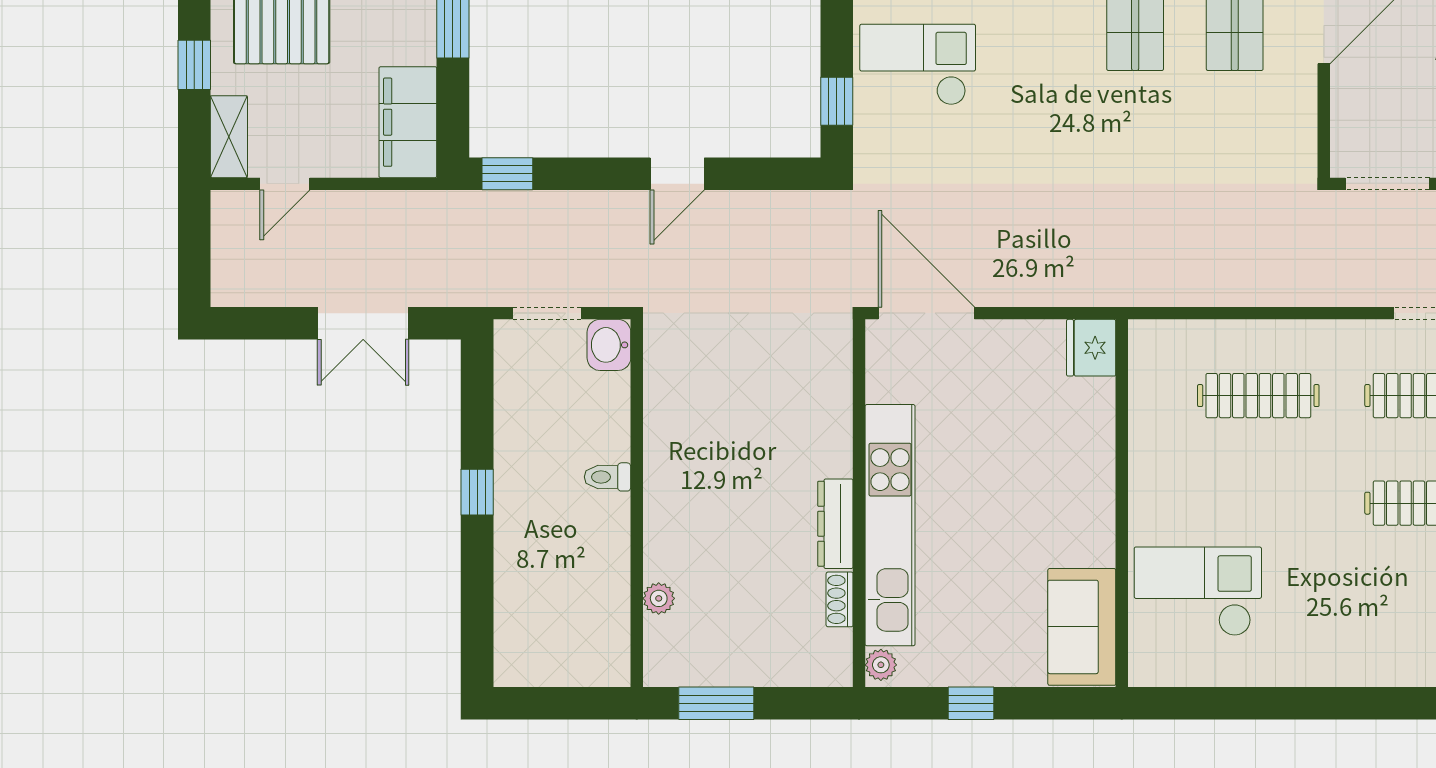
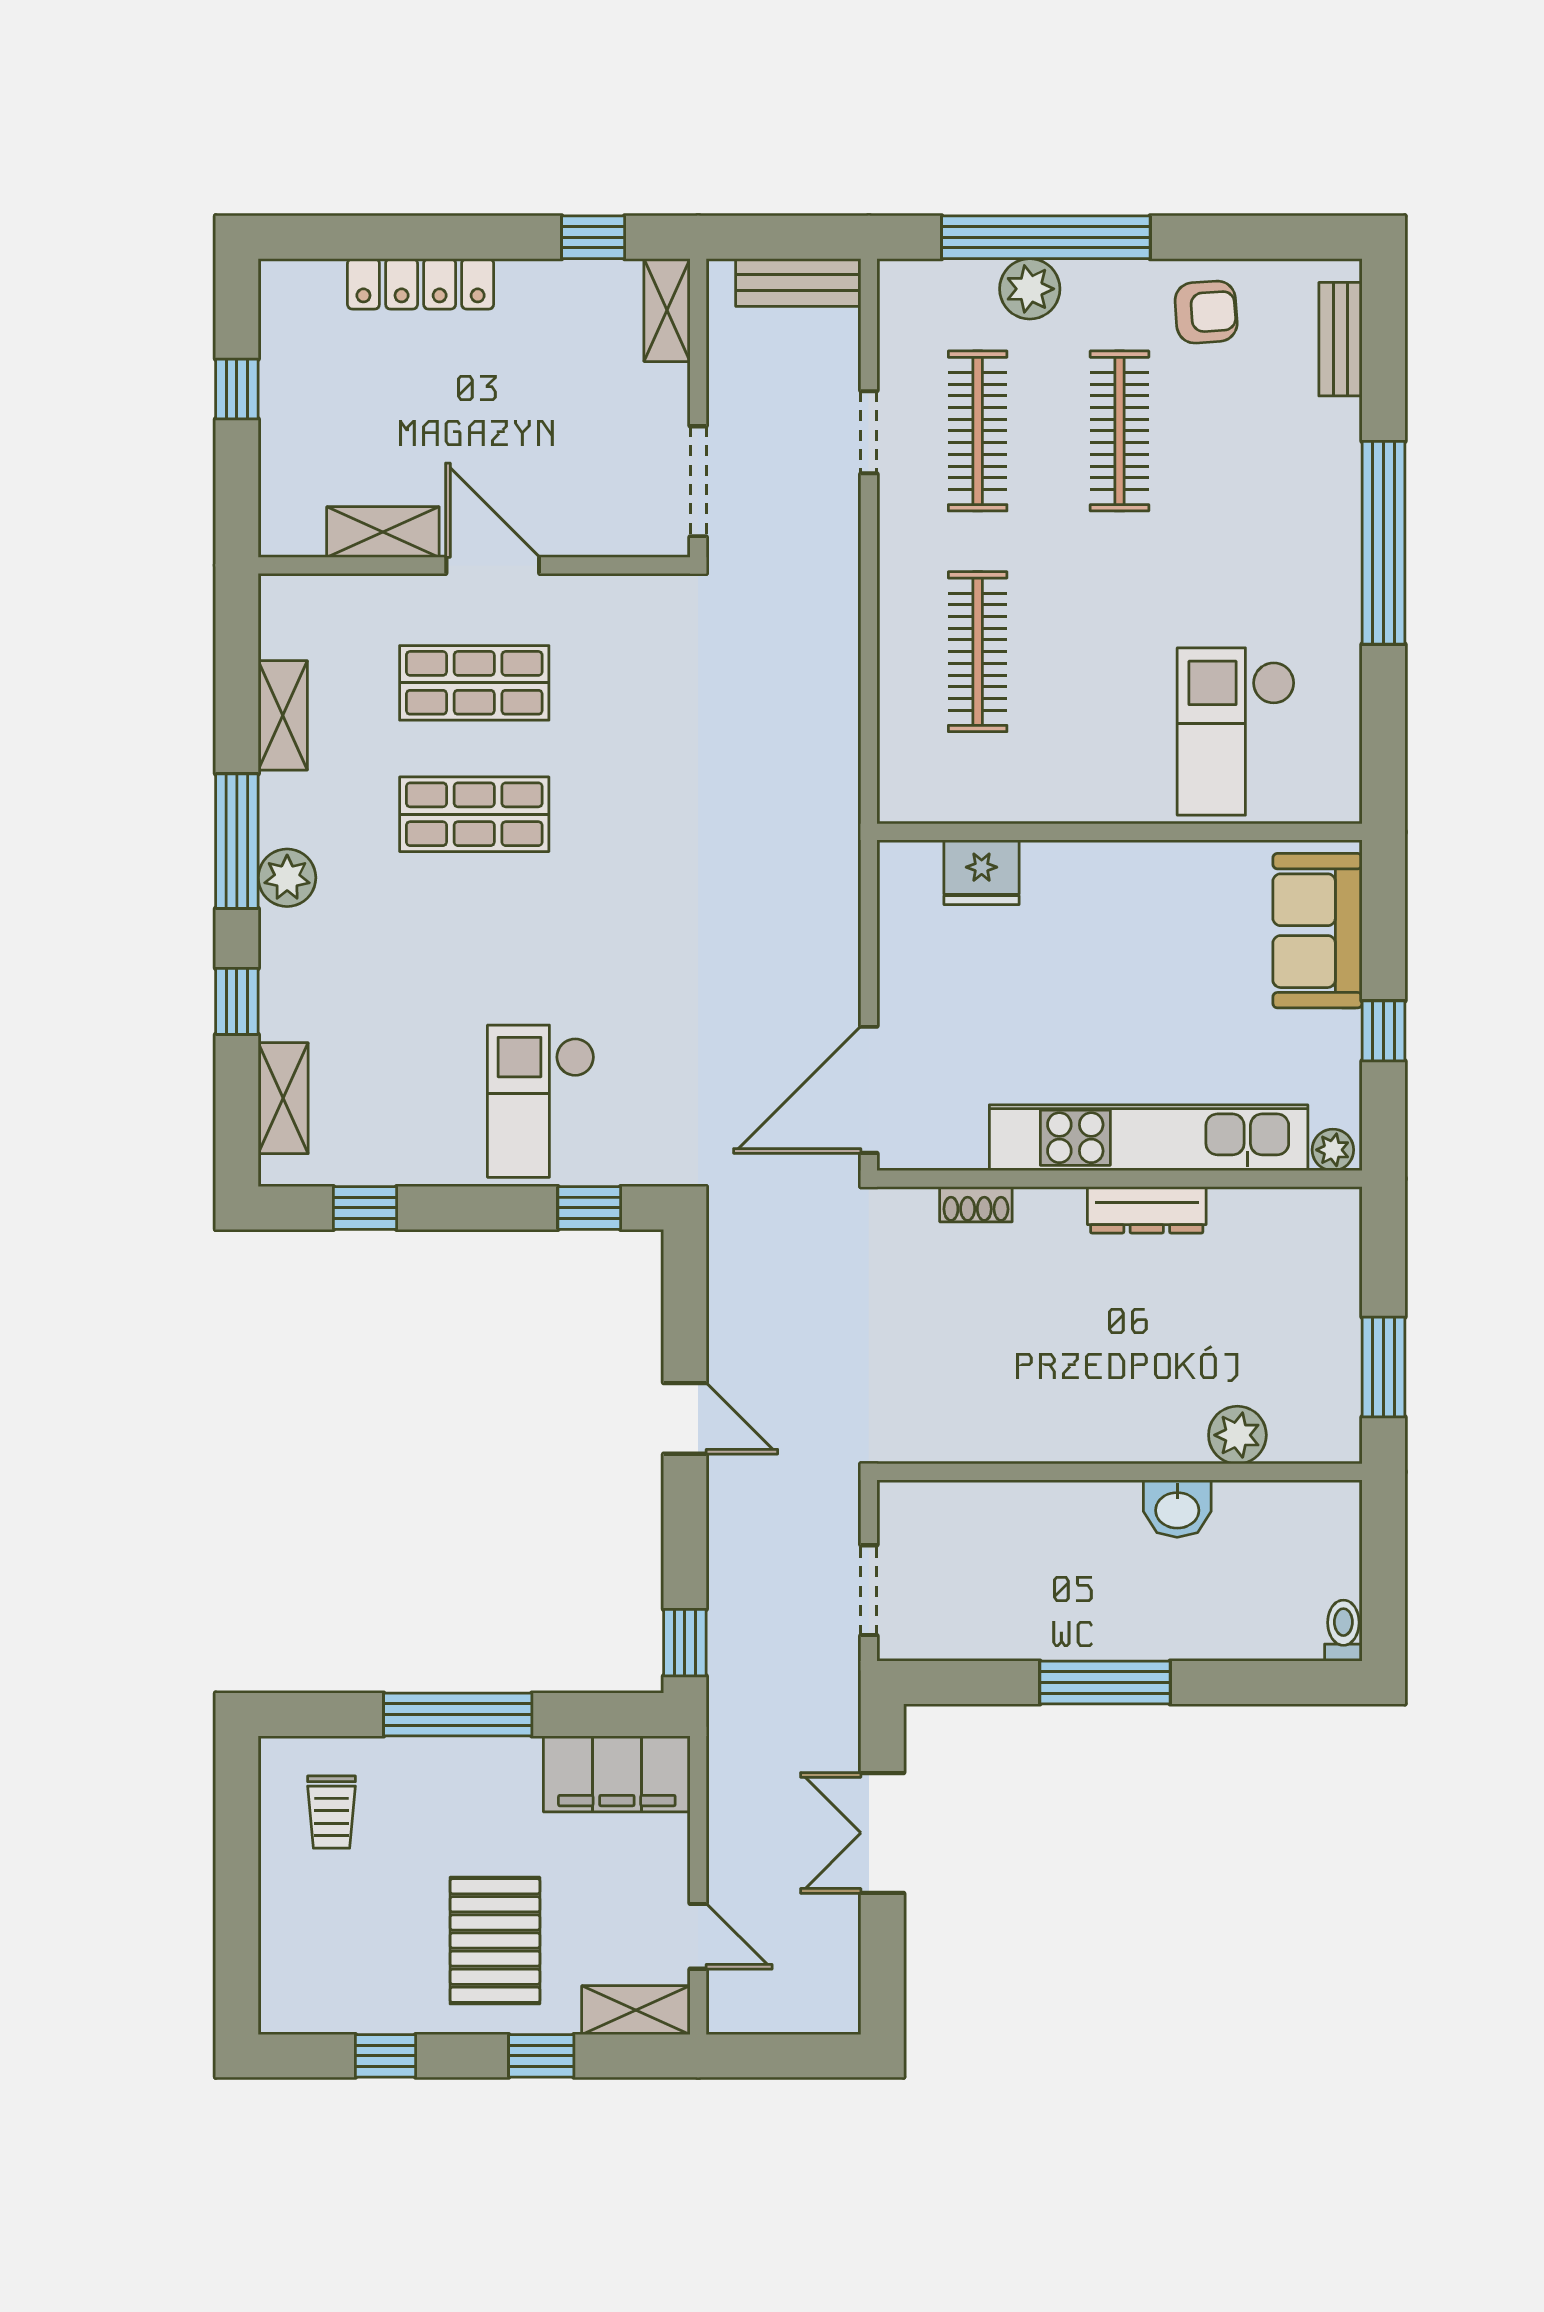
double door: (363, 323) -> (882, 1833), swing flipped
washbasin: (609, 345) -> (1177, 1509), moved
fridge: (1091, 348) -> (982, 872), moved
toilet: (607, 477) -> (1343, 1631), moved, turned 180
window: (477, 492) -> (1105, 1683), width x2.17
plant: (659, 598) -> (1237, 1435), width x1.38, depth x1.38
shoe rack: (840, 599) -> (976, 1204), moved
sofa: (1082, 627) -> (1318, 931), moved, turned 90
window: (1341, 703) -> (1384, 543), added

